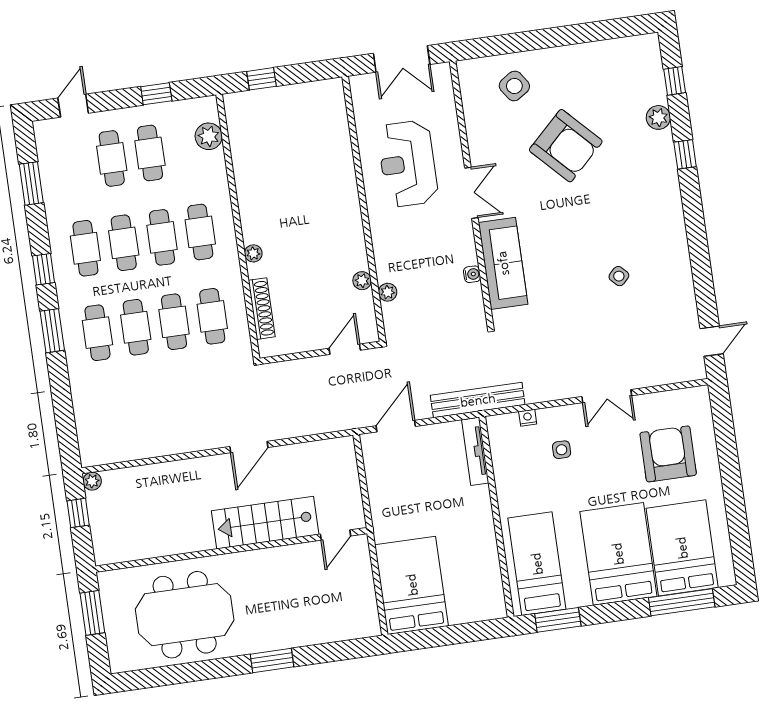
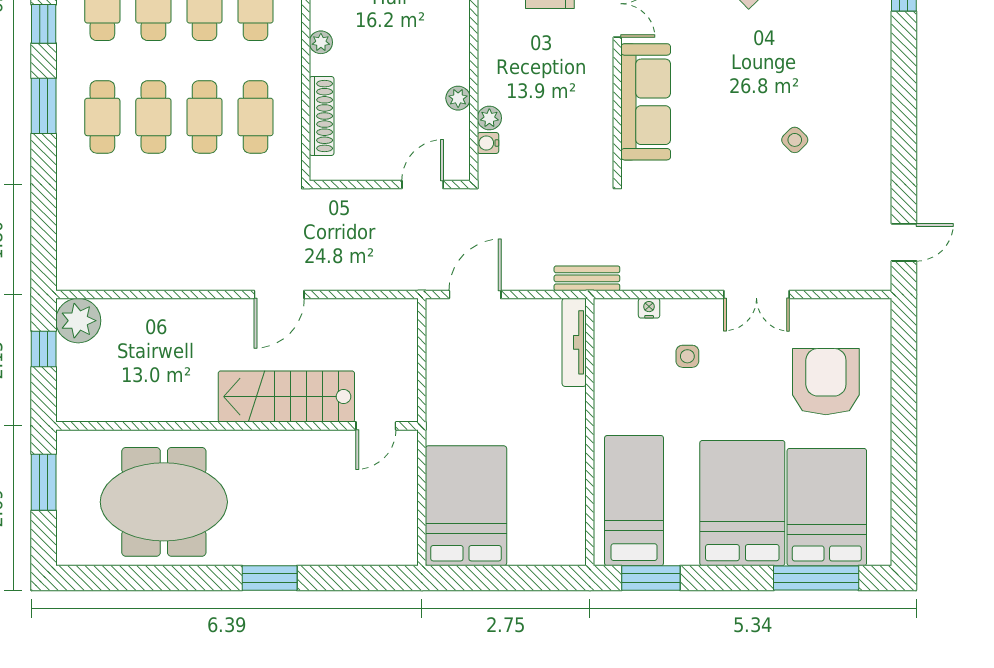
water cooler: (472, 274) -> (488, 143), moved, turned 180
bench: (478, 400) -> (587, 278), width x0.54, depth x0.82
plant: (92, 481) -> (78, 321), width x1.88, depth x1.88

